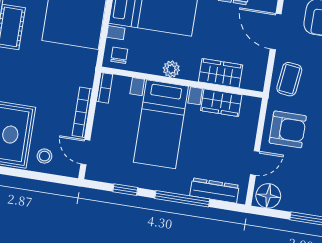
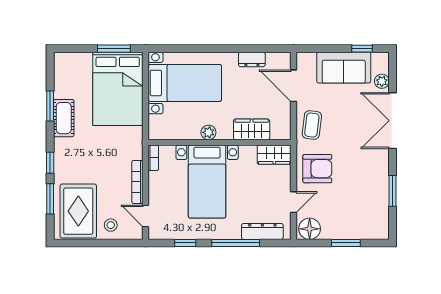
chair: (119, 55) -> (162, 128), removed
wardrobe: (221, 103) -> (274, 155), moved

